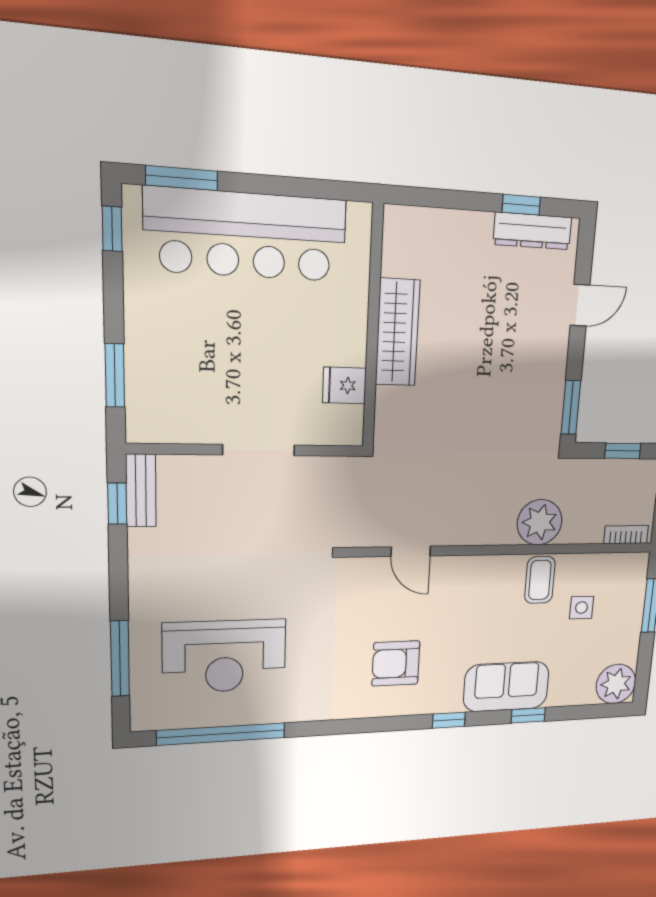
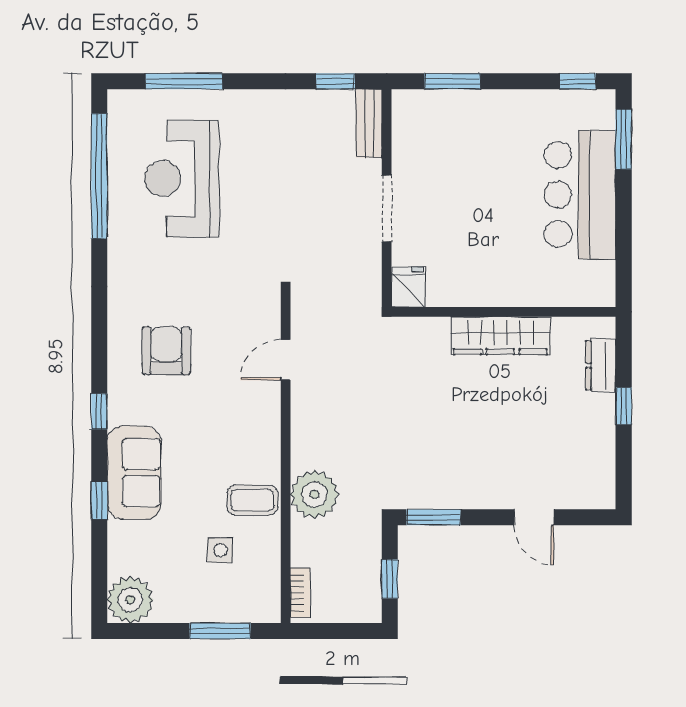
window: (521, 205) -> (624, 406), moved
dresser: (533, 231) -> (601, 365), moved, width x0.70
bar counter: (246, 235) -> (580, 194), width x0.73
fridge: (344, 385) -> (408, 287), moved
bench: (141, 491) -> (369, 123), moved, turned 90

